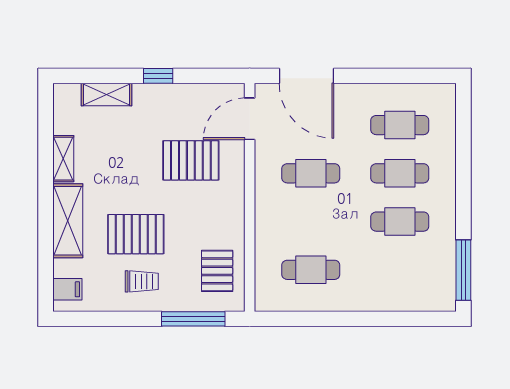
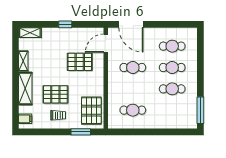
shelving: (107, 95) -> (30, 33), moved
pallet: (217, 271) -> (91, 111), width x1.50, depth x1.42
window: (193, 319) -> (81, 132), width x0.69

